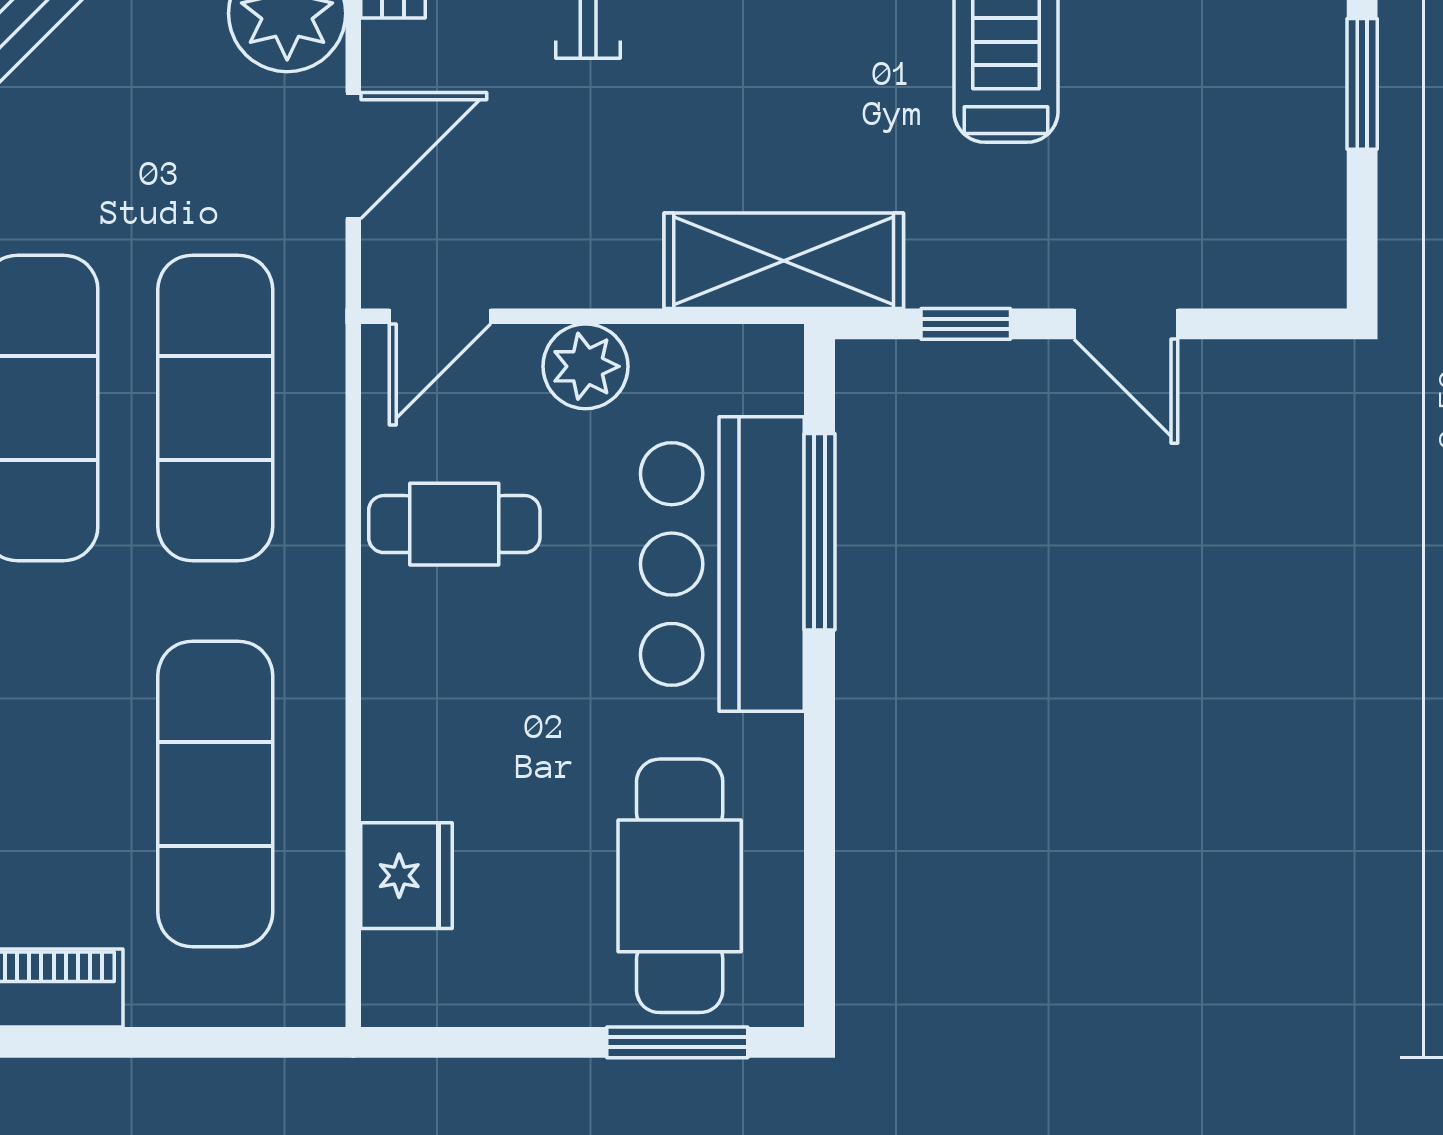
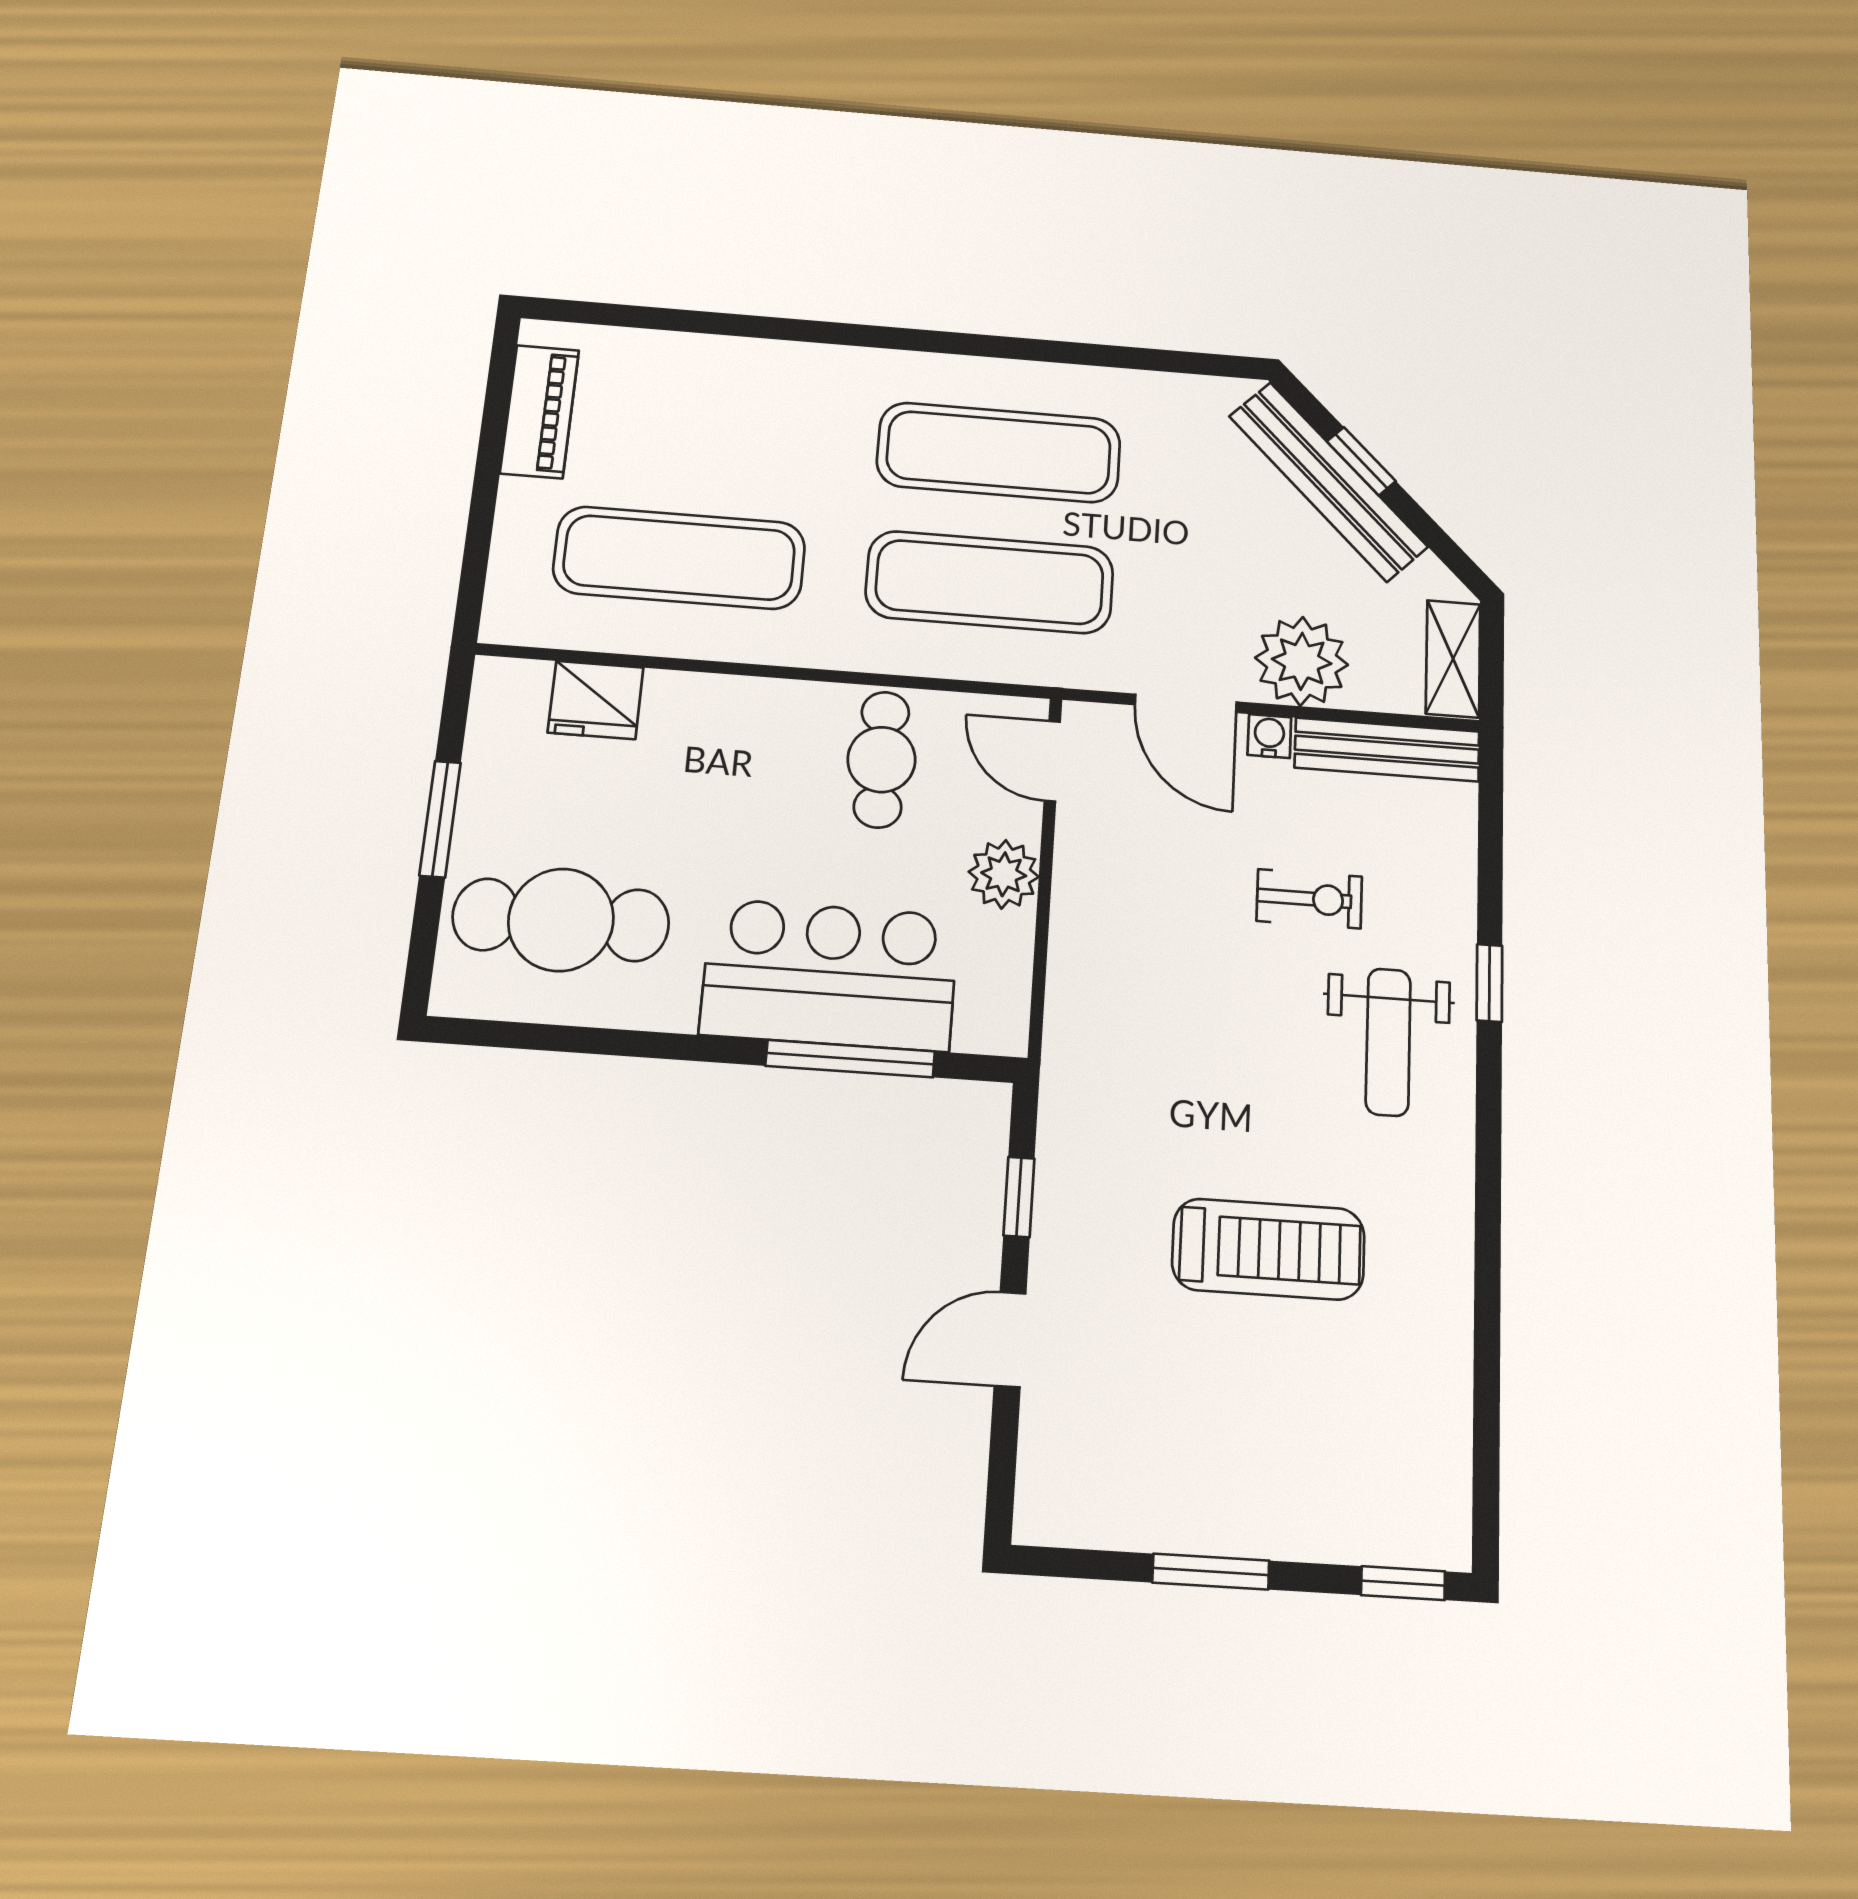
water cooler: (387, 50) -> (1269, 736), added
shelving: (784, 261) -> (1082, 1044), removed
window: (677, 1042) -> (440, 819), moved

